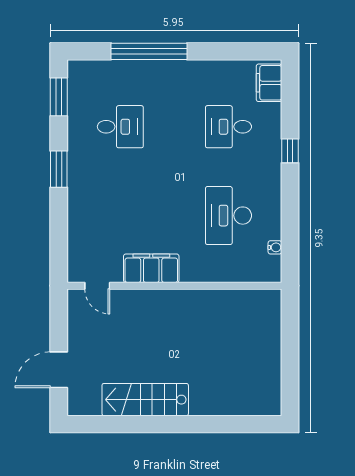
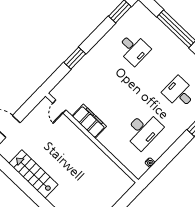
window: (59, 169) -> (75, 58), moved
desk: (228, 216) -> (143, 130), turned 180

